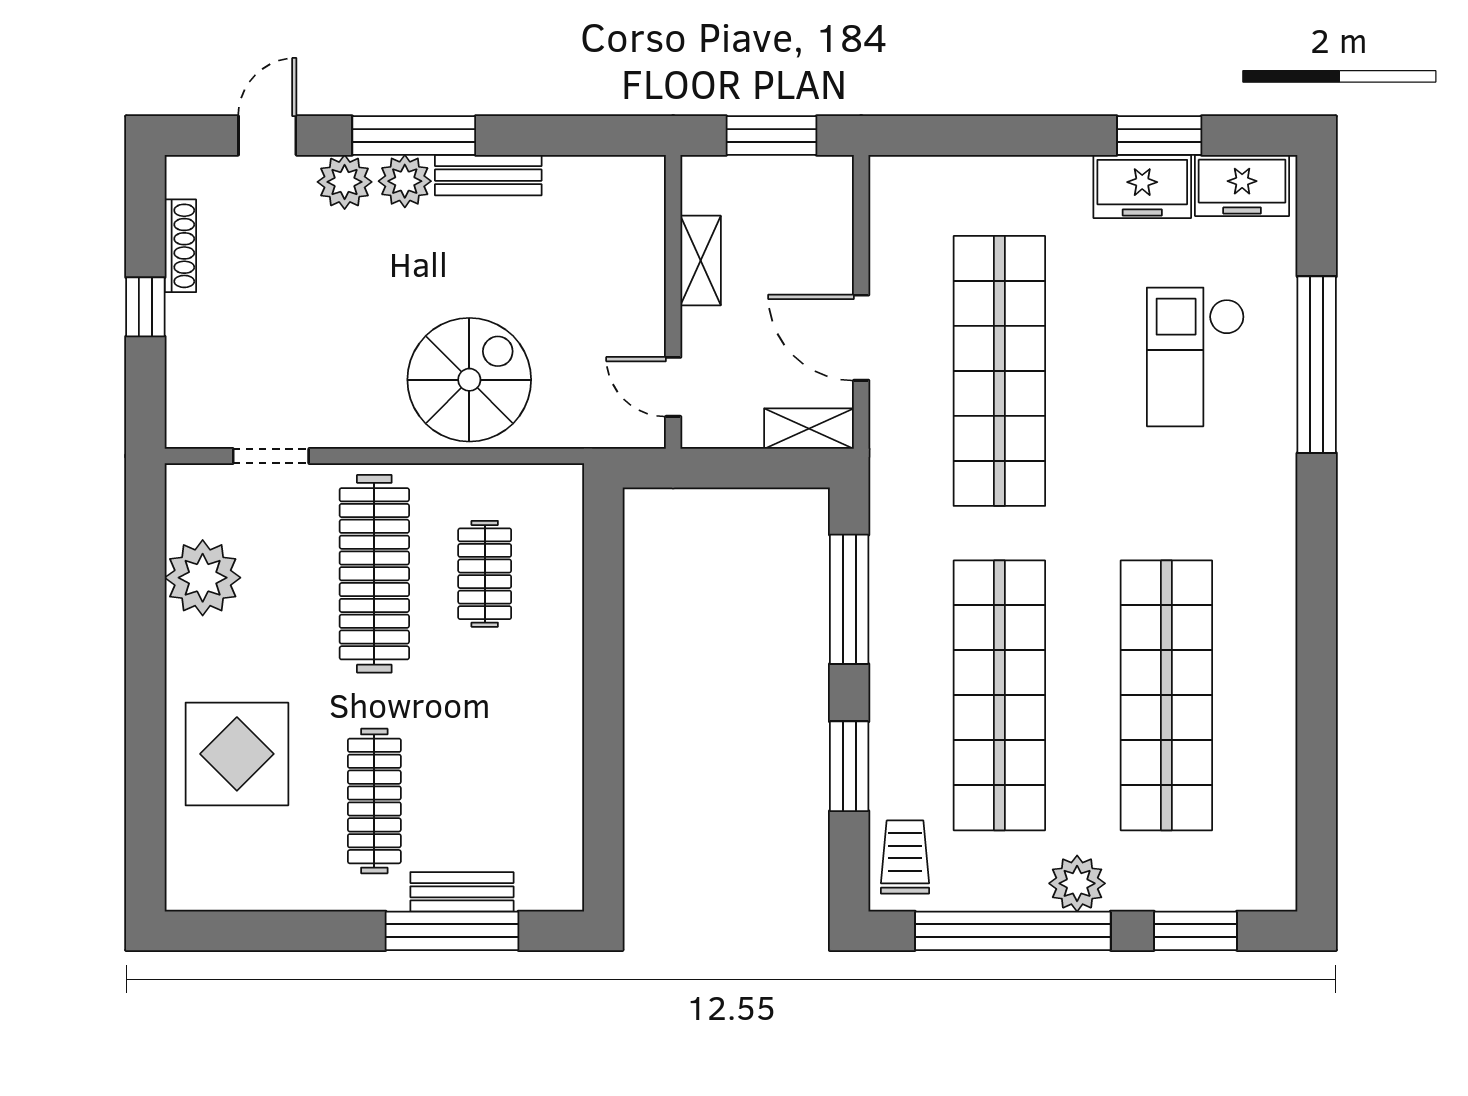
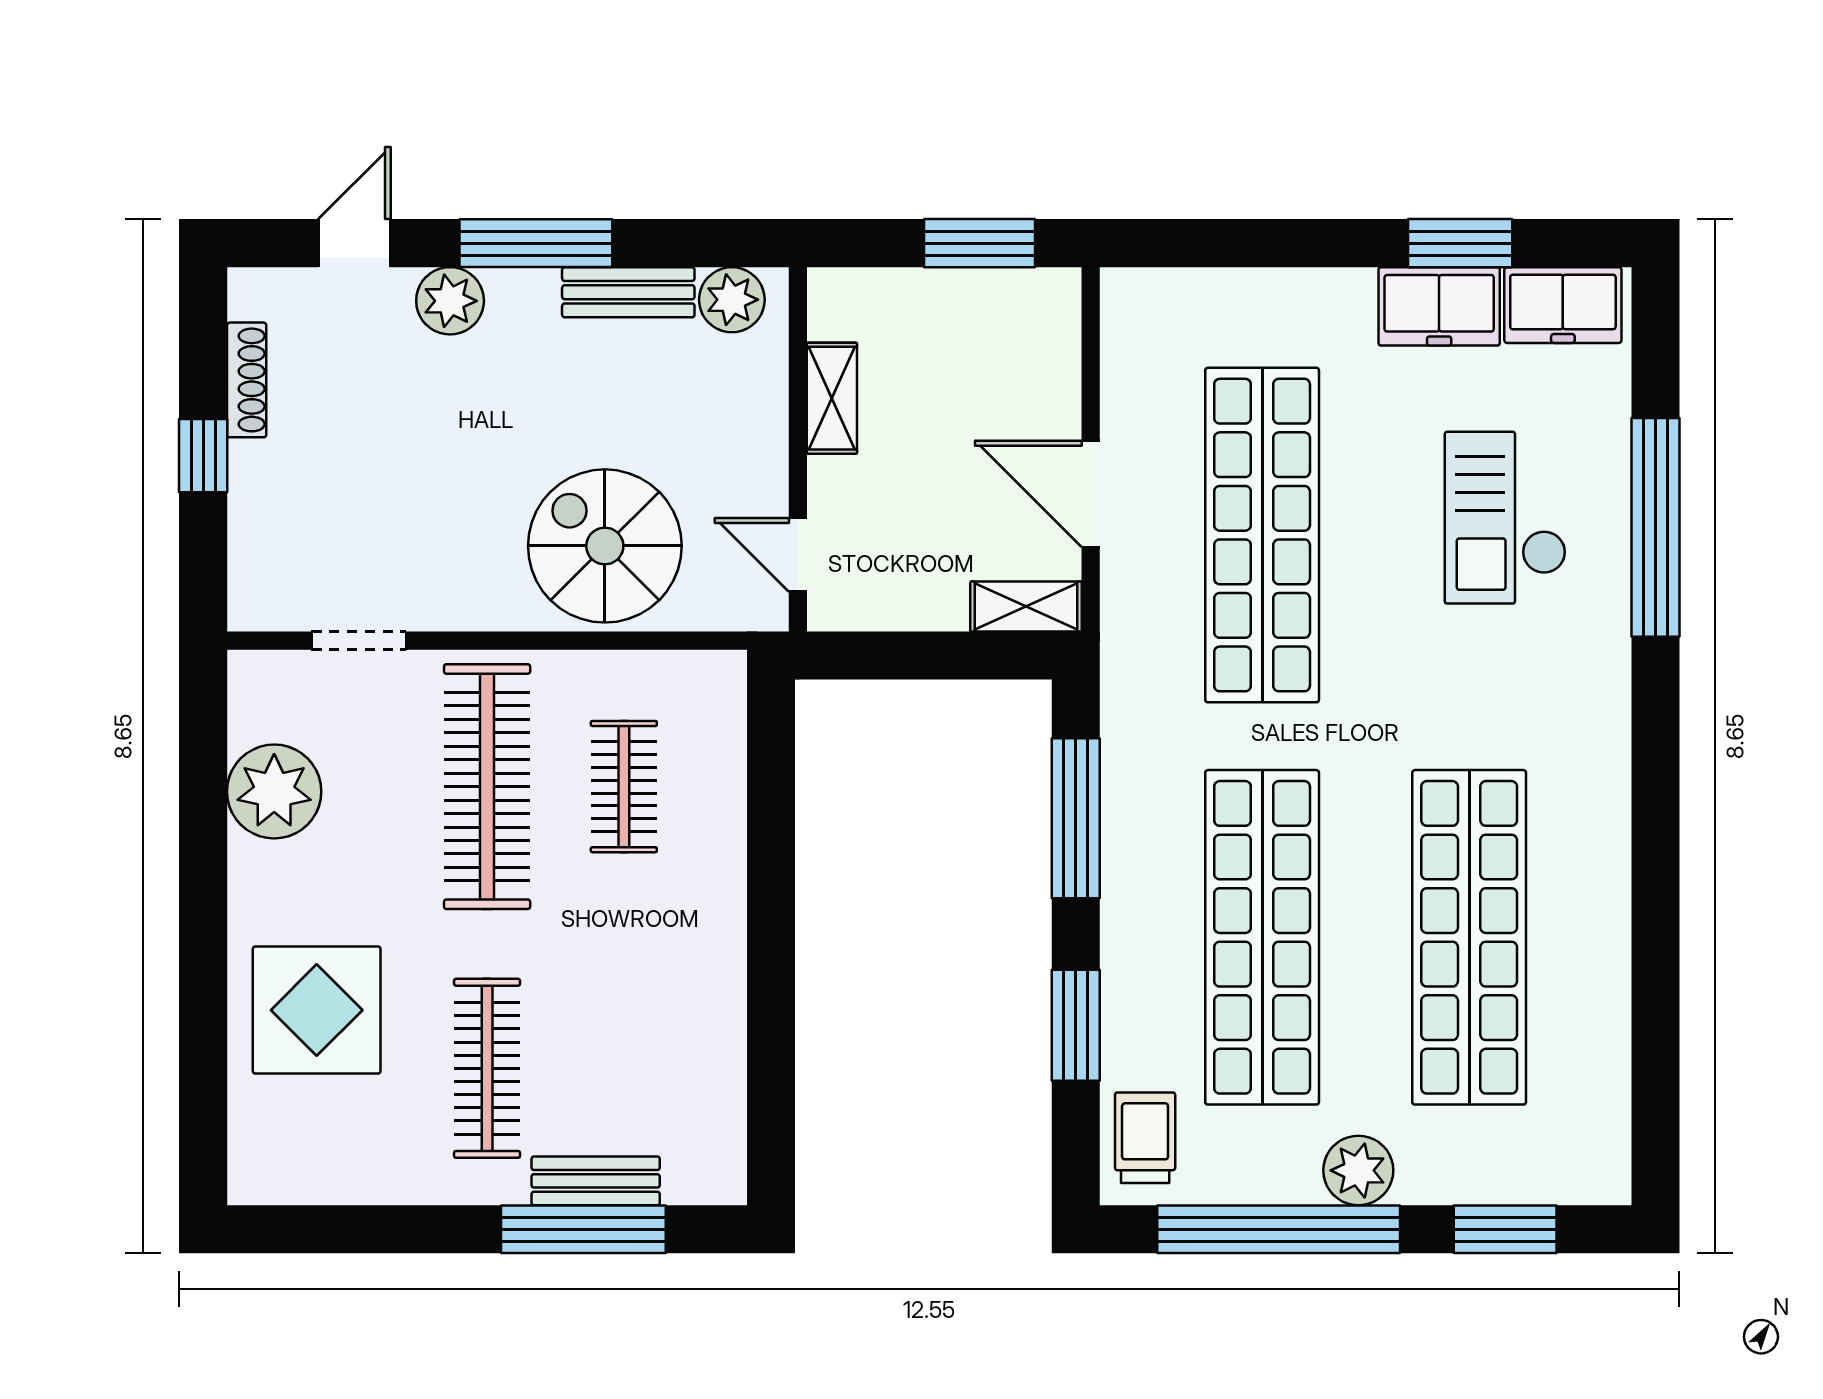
plant: (405, 181) -> (732, 300), moved
shelving: (701, 261) -> (832, 398), moved
wall: (673, 302) -> (798, 449), moved
spiral stairs: (469, 380) -> (605, 546), turned -90
door: (673, 387) -> (798, 555), moved

